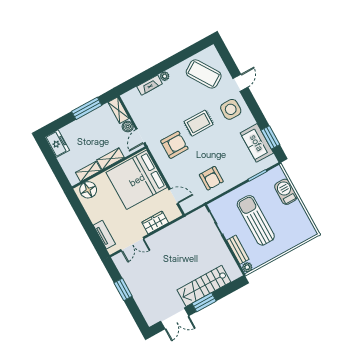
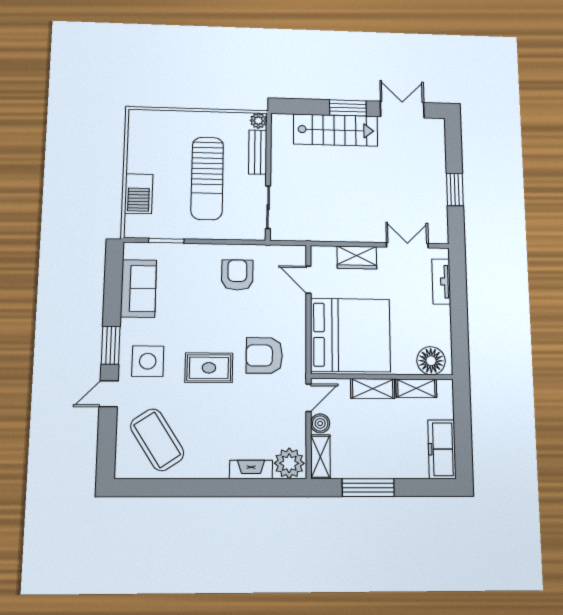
plant: (165, 76) -> (289, 463), moved, width x1.87, depth x1.87
window: (270, 137) -> (111, 345), moved
freezer: (57, 144) -> (442, 449), width x1.40

